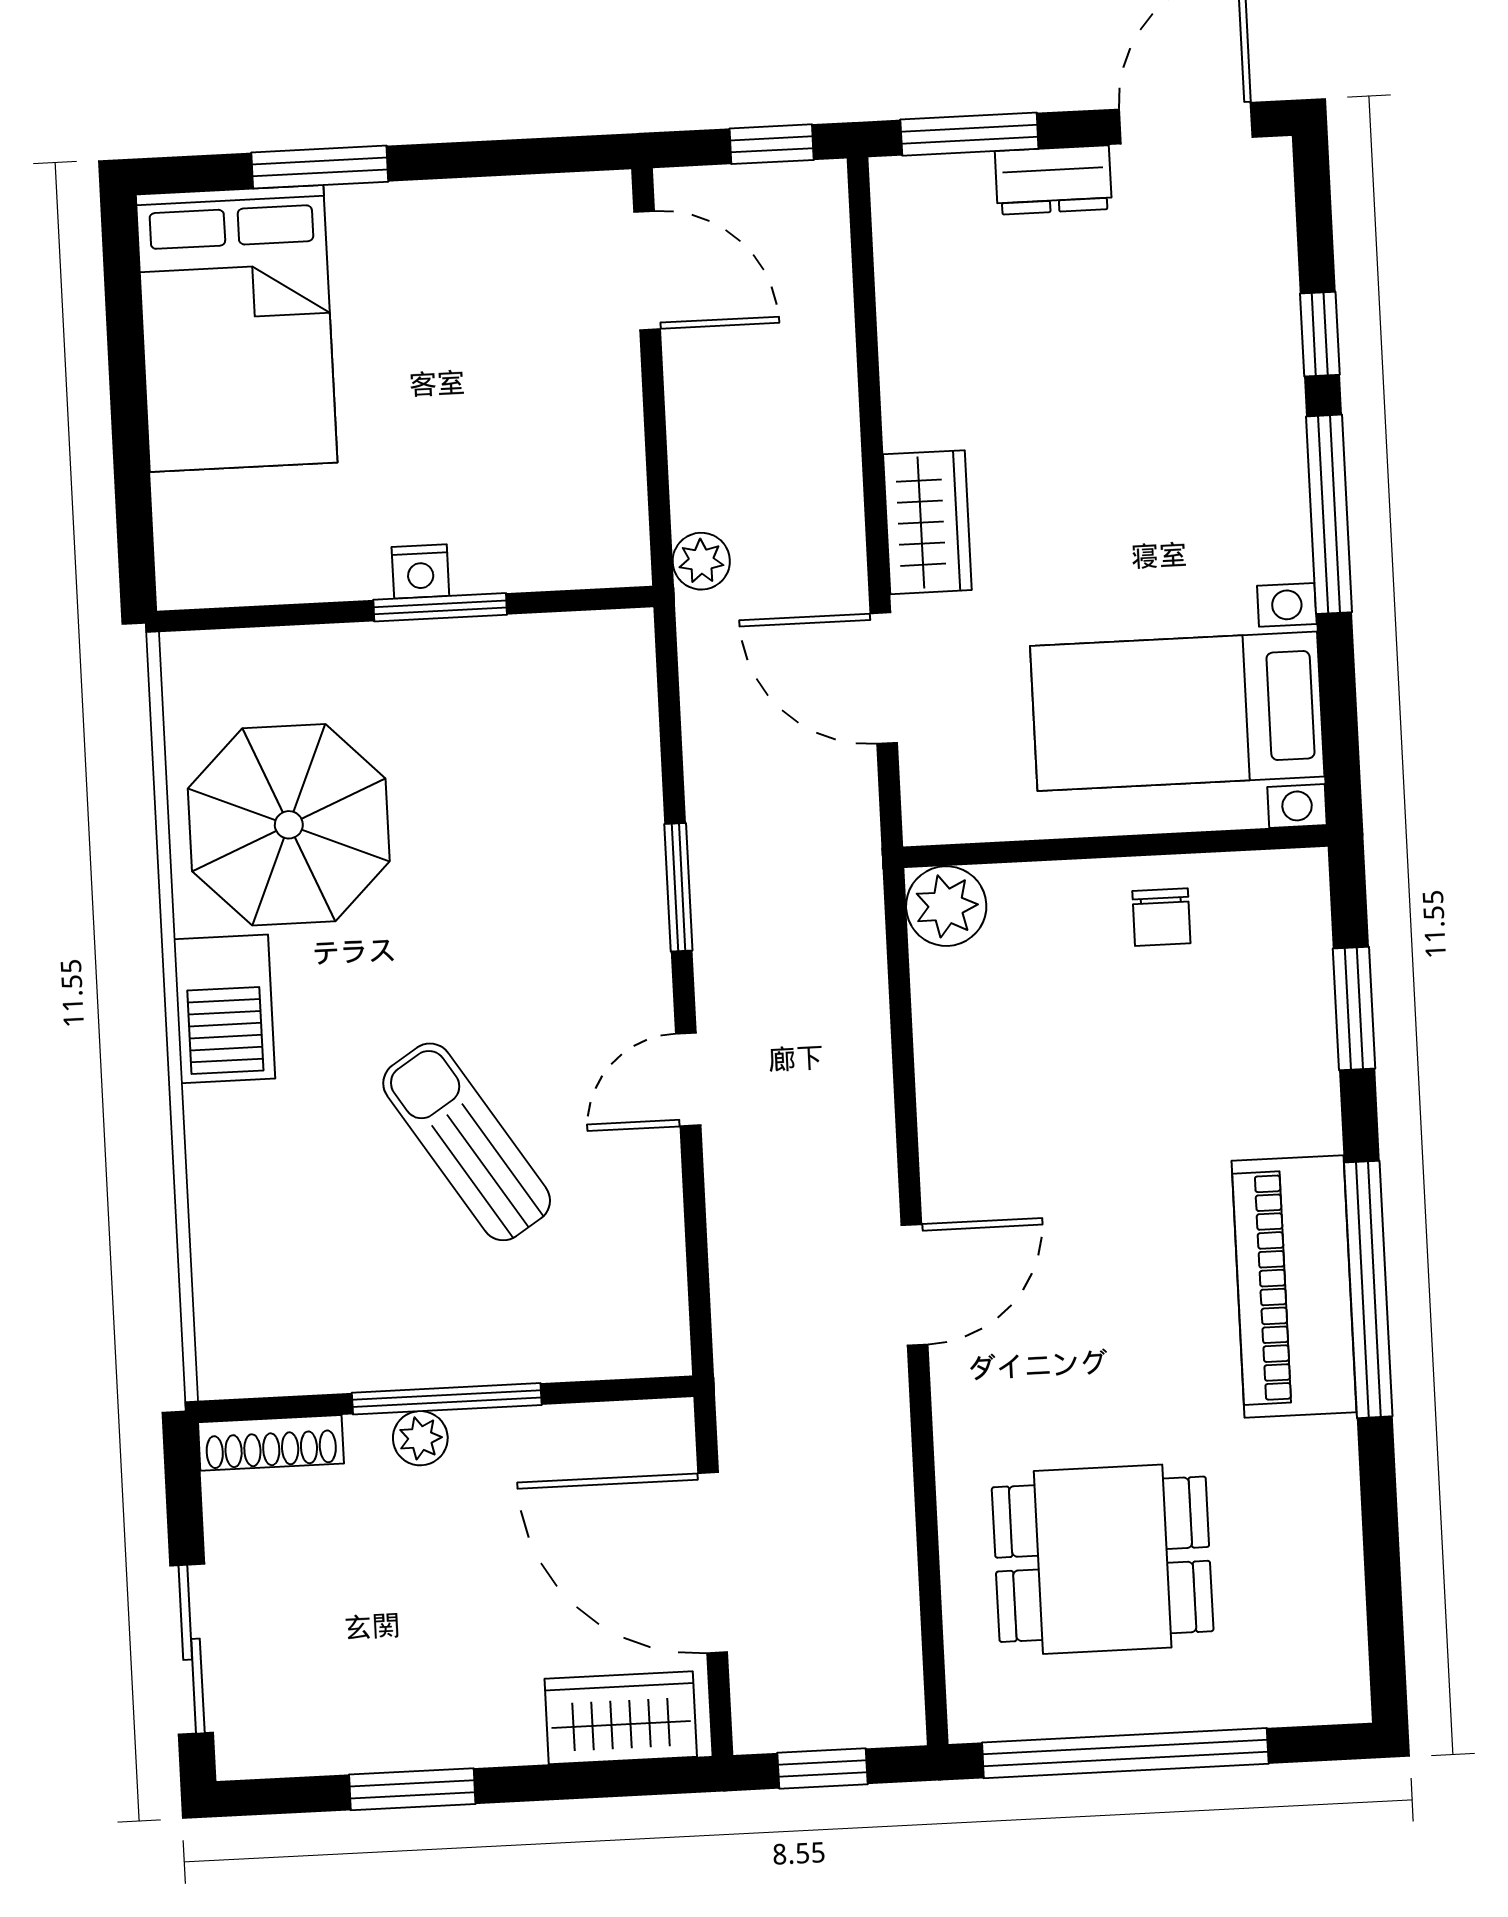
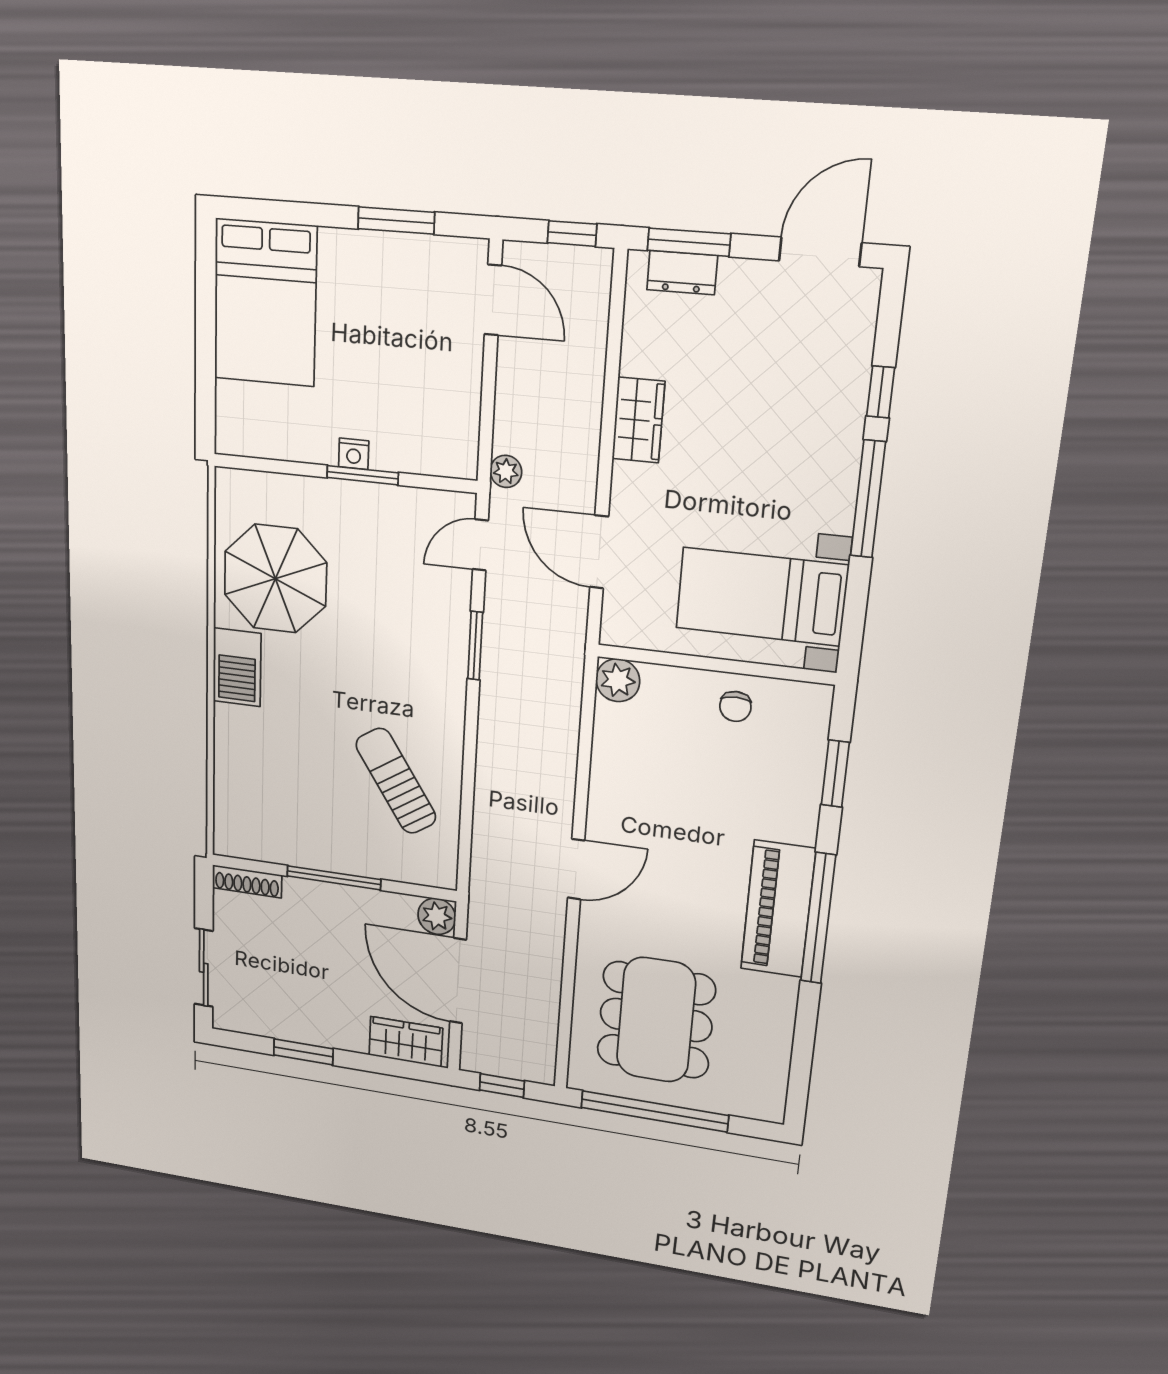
window: (320, 167) -> (396, 221), moved
dresser: (1053, 180) -> (682, 273), moved
wardrobe: (927, 522) -> (638, 420), moved
door: (688, 1080) -> (480, 545), moved
sun lounger: (467, 1142) -> (396, 781), moved
plant: (420, 1438) -> (437, 916), moved, width x1.38, depth x1.38
dining table: (1103, 1559) -> (656, 1020), width x1.38

